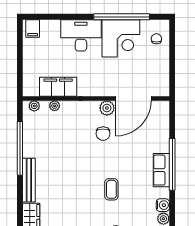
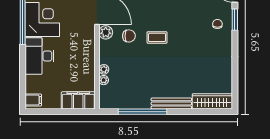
filing cabinet: (58, 87) -> (78, 100), moved, turned 90
plant: (34, 106) -> (104, 69), moved
coffee table: (111, 189) -> (157, 37), moved

